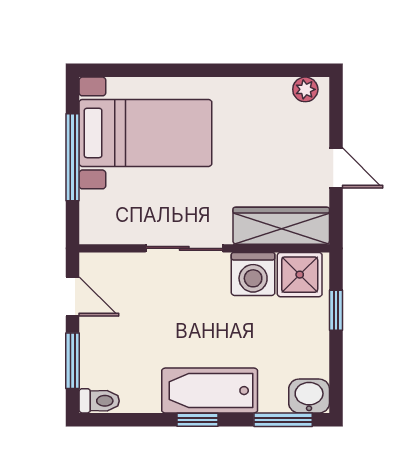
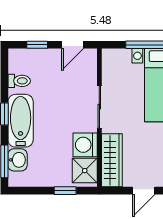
window: (73, 361) -> (37, 45), width x0.67
washbasin: (309, 396) -> (18, 160), moved
toilet: (99, 401) -> (19, 81), moved, turned -90

